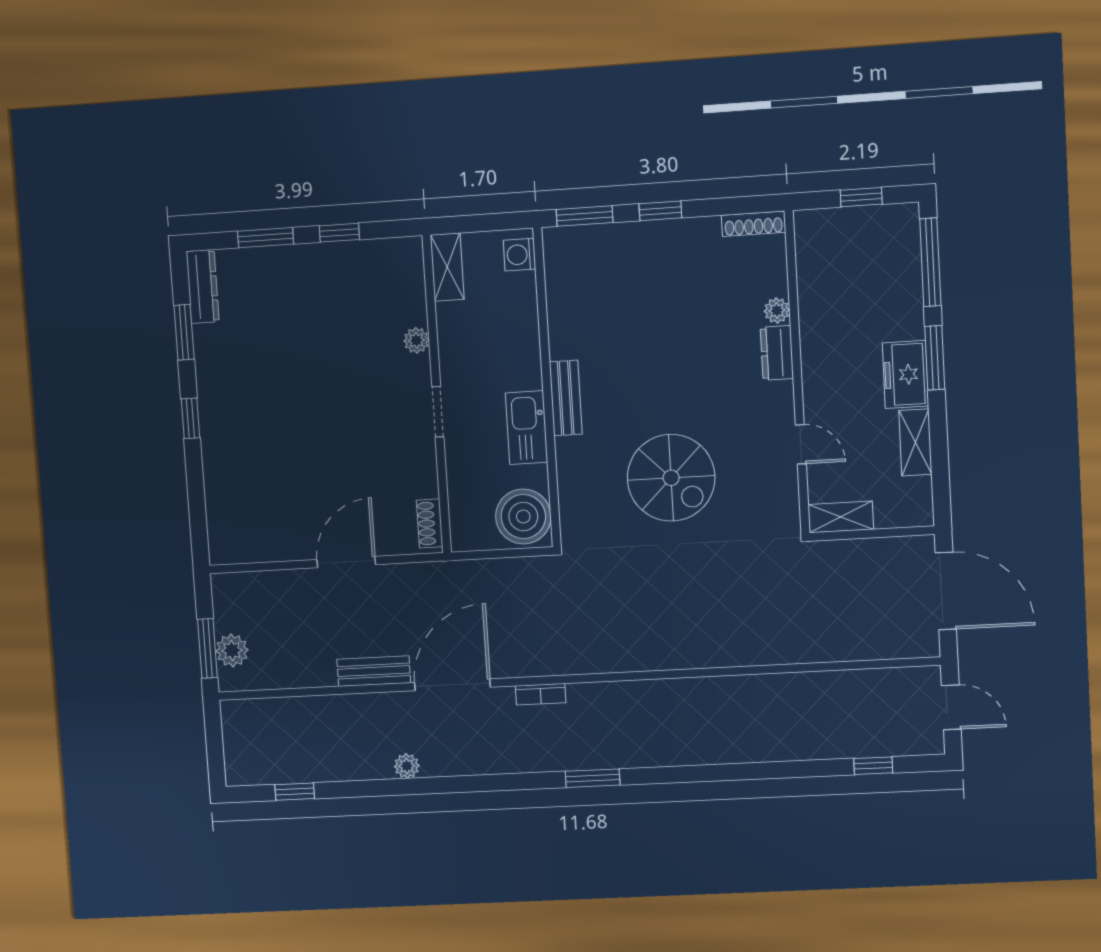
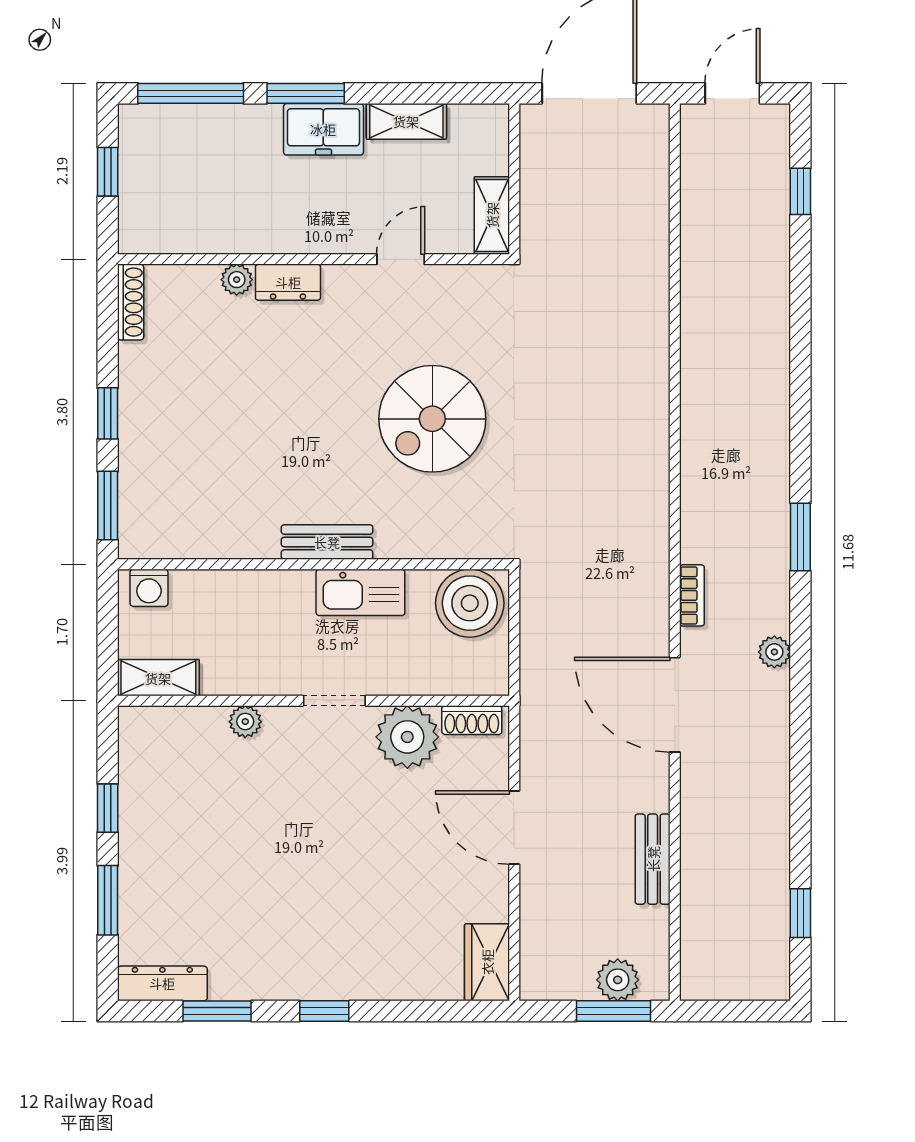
plant: (413, 472) -> (407, 737), added
spiral stairs: (671, 478) -> (432, 419), turned 180
wardrobe: (238, 546) -> (487, 962), added
bench: (374, 671) -> (653, 859), moved
plant: (407, 766) -> (774, 652), moved

